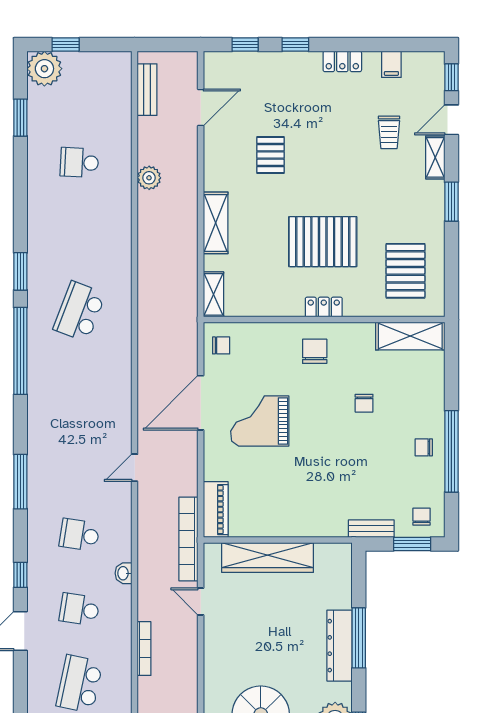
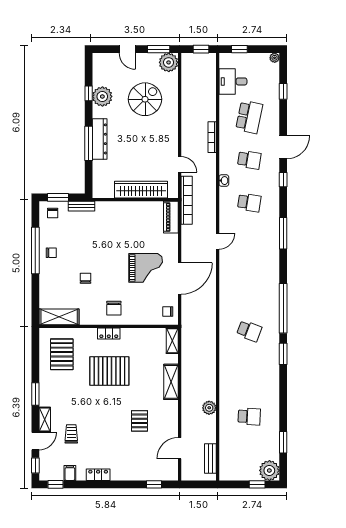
window: (295, 45) -> (56, 484), moved
school desk: (79, 311) -> (249, 331), width x0.54

